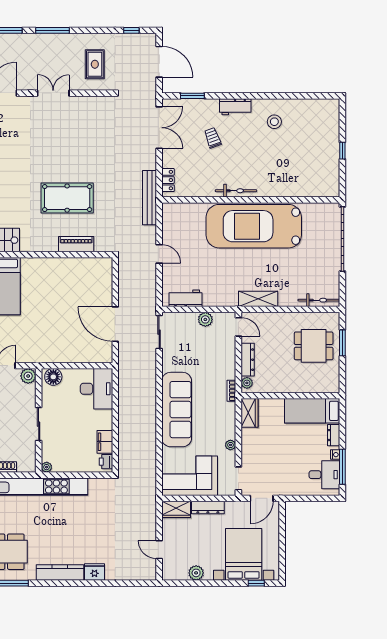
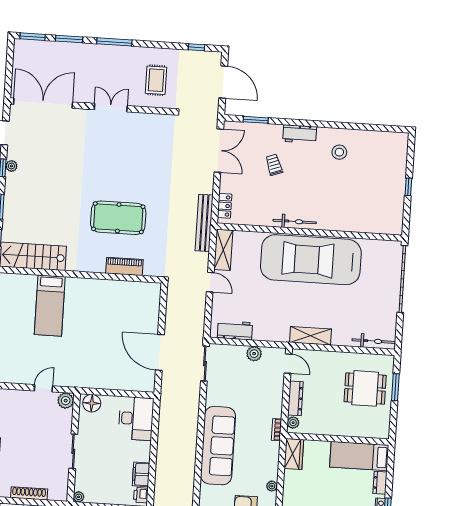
shelving: (170, 222) -> (223, 250), added

